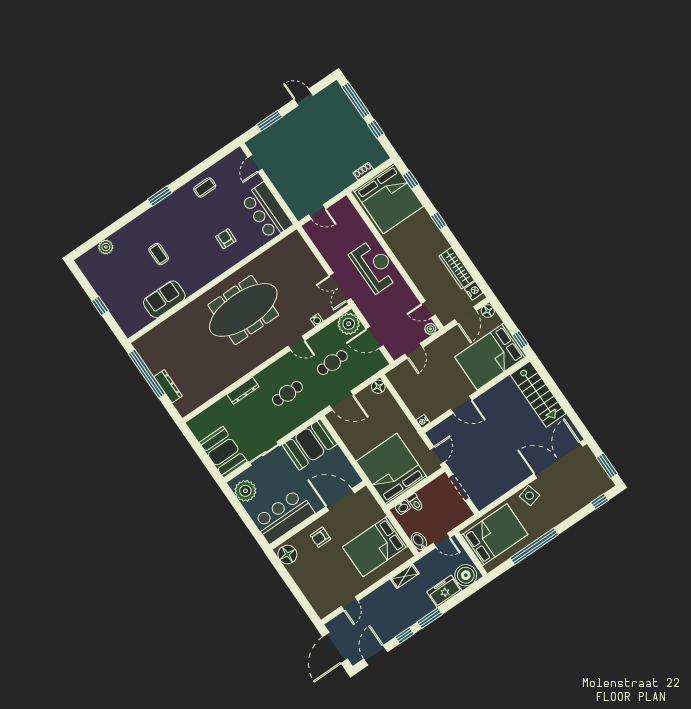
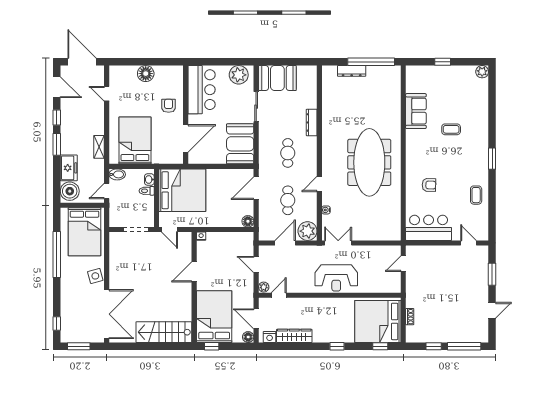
plant: (106, 247) -> (482, 72), moved
floor lamp: (287, 555) -> (146, 74), moved

